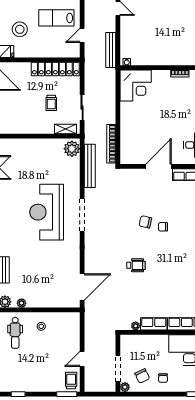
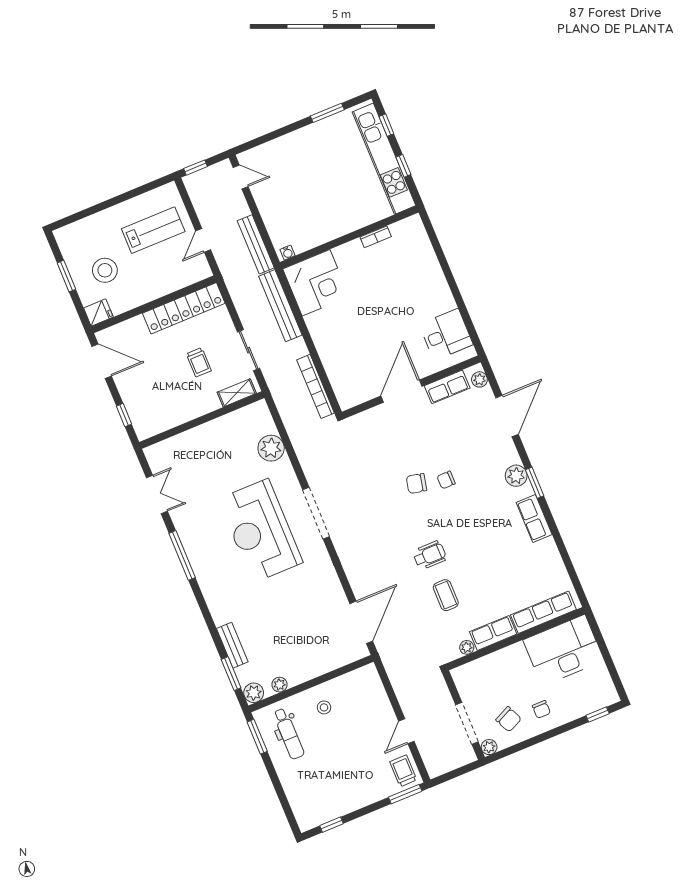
lab bench: (56, 18) -> (153, 230), turned 180
plant: (72, 149) -> (271, 448), moved
bench: (90, 166) -> (280, 306), moved
coffee table: (136, 291) -> (446, 595), added

